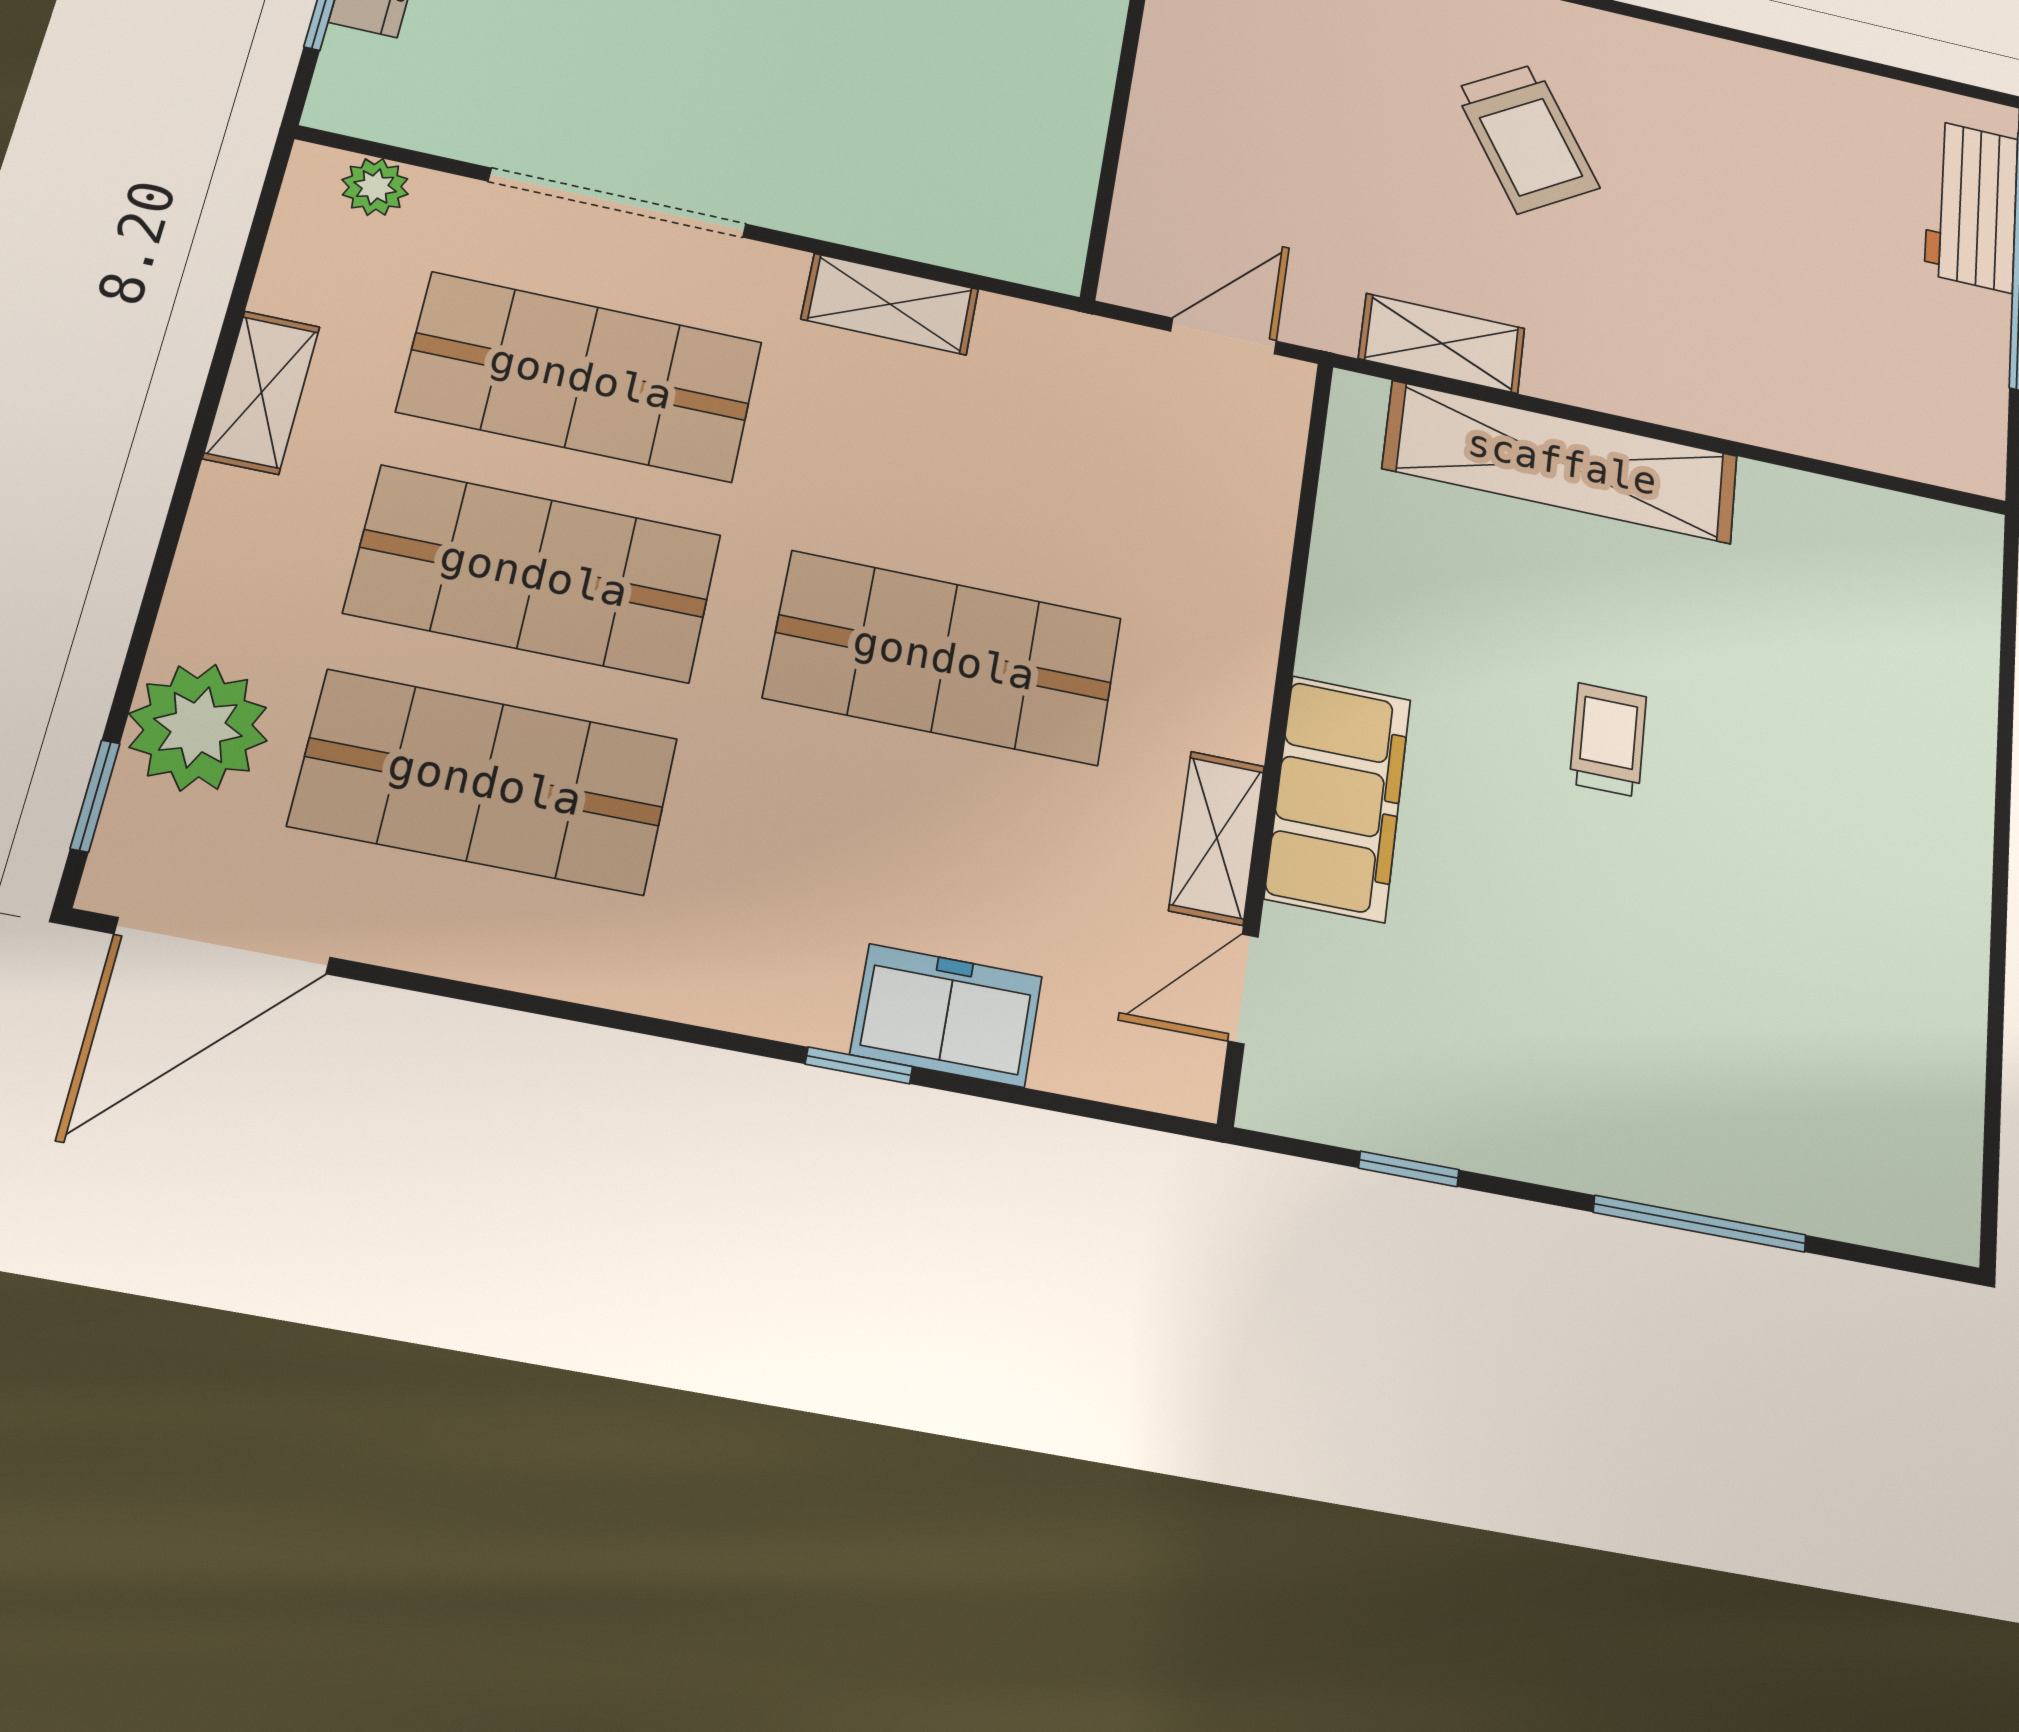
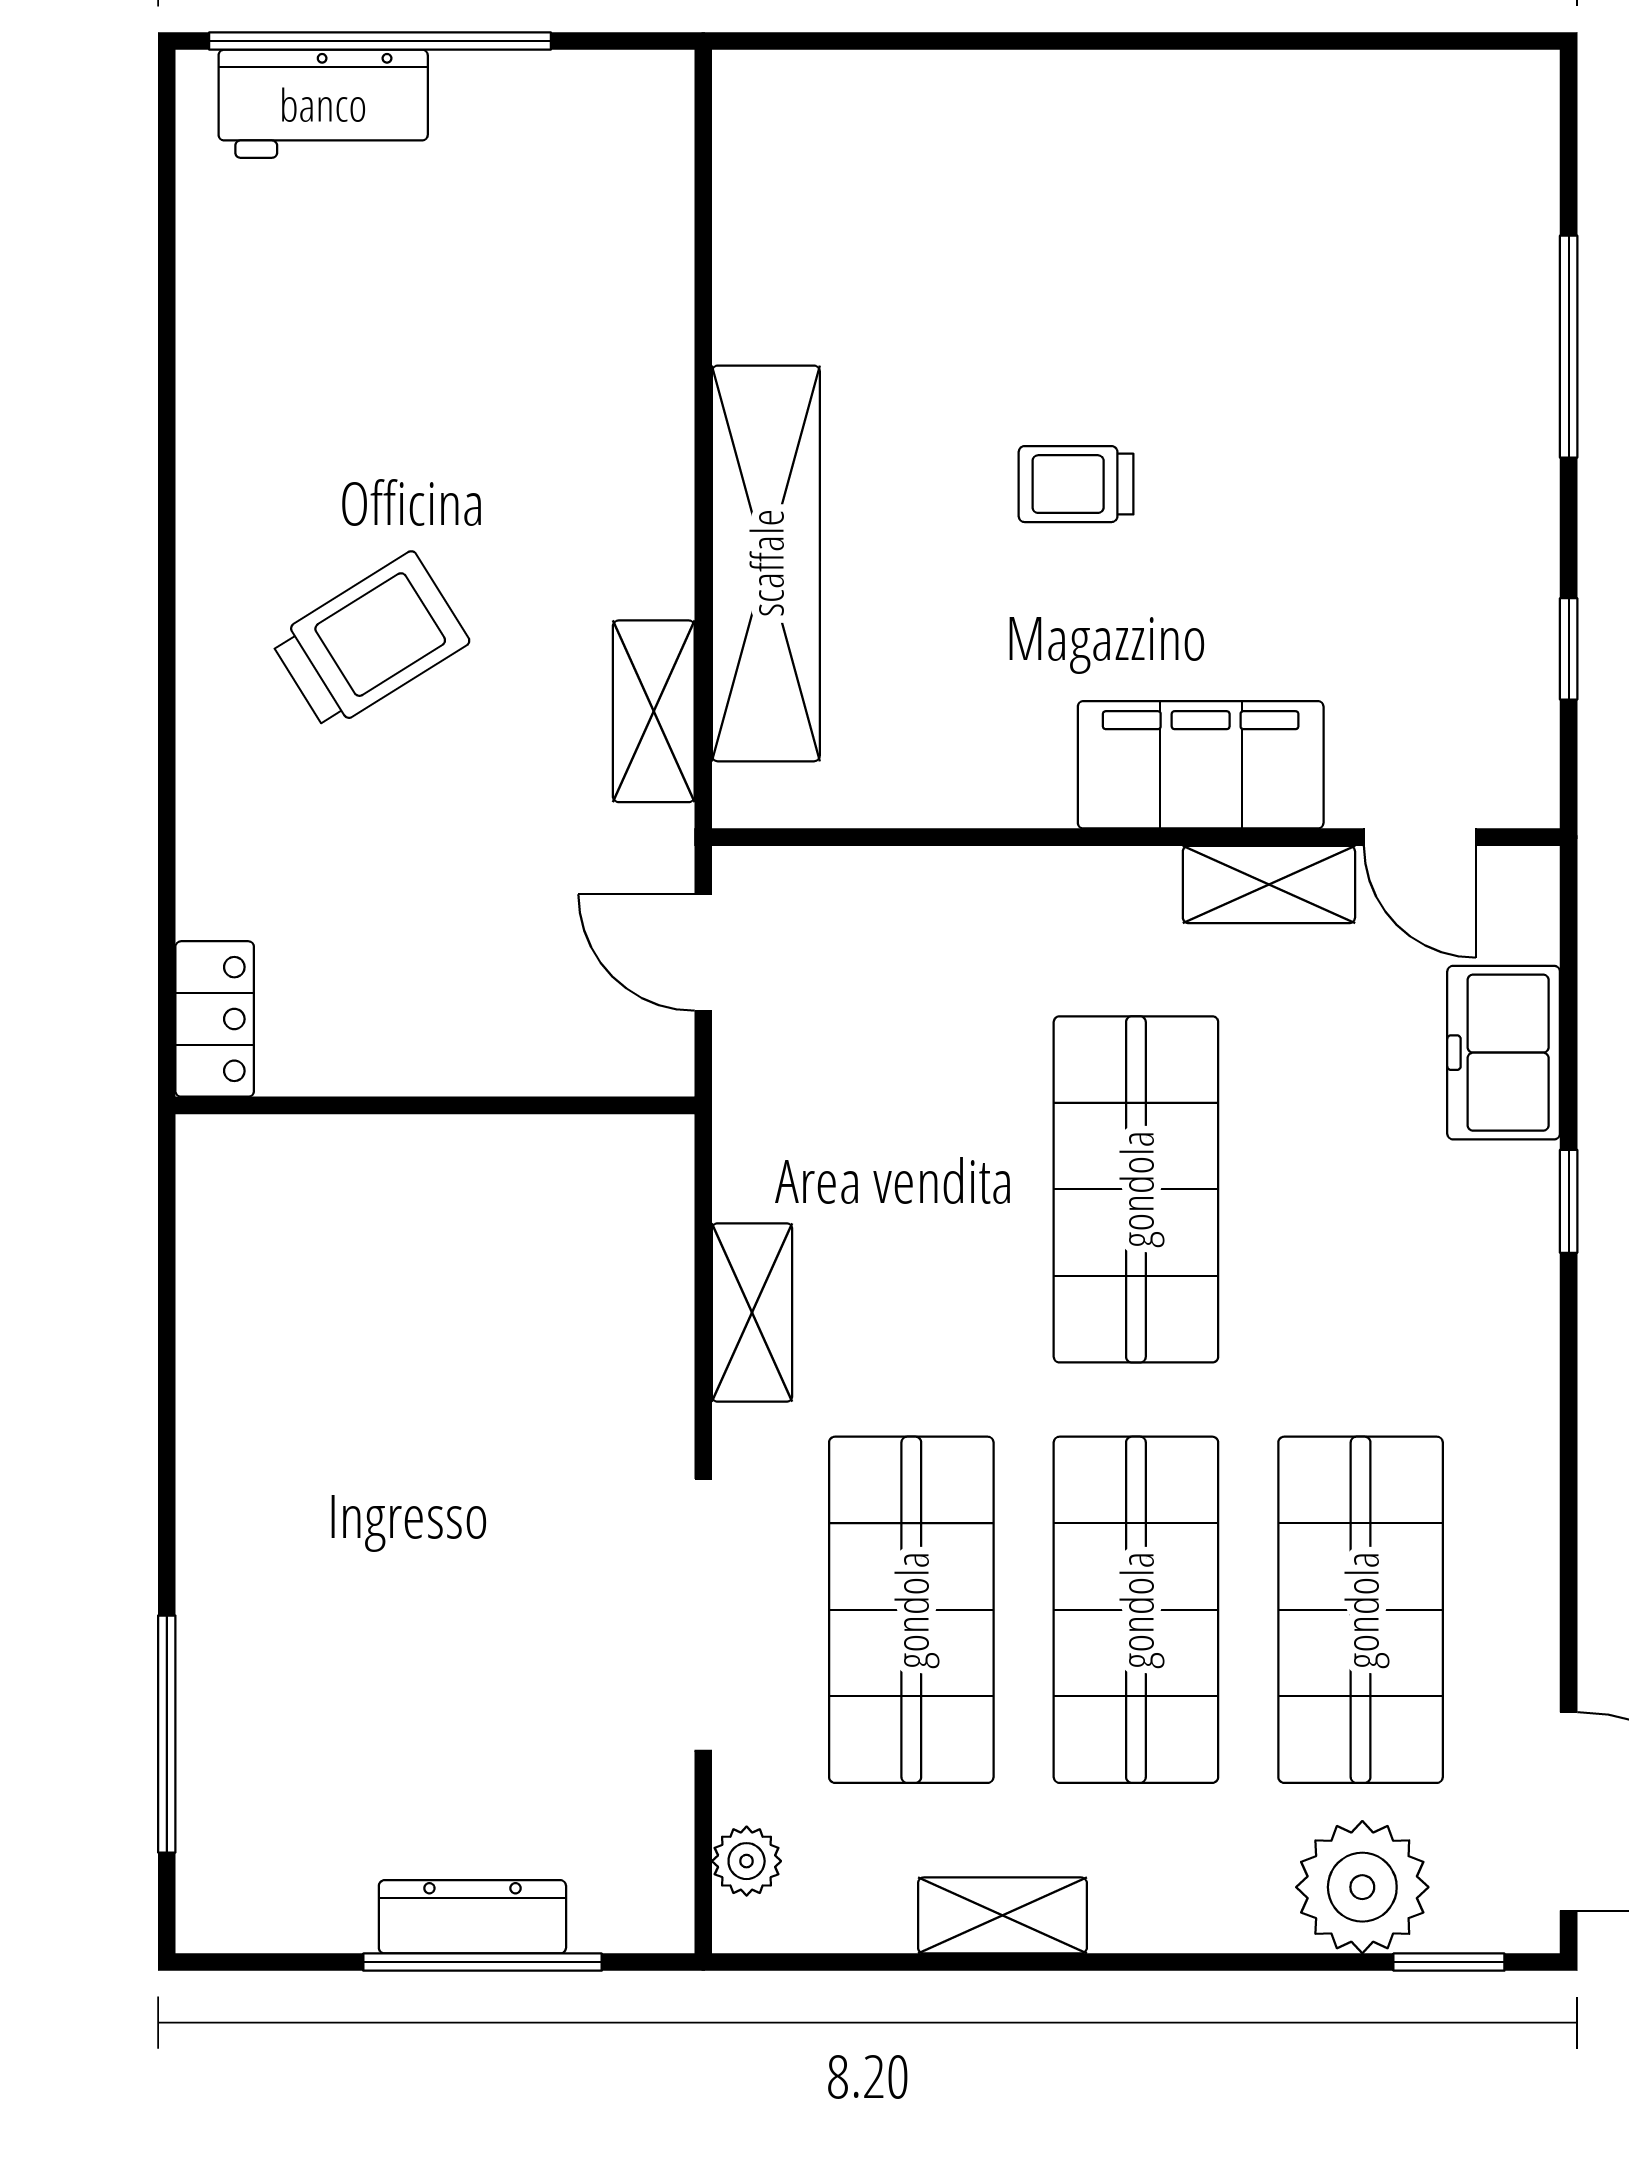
freezer: (947, 1015) -> (1504, 1053), moved

